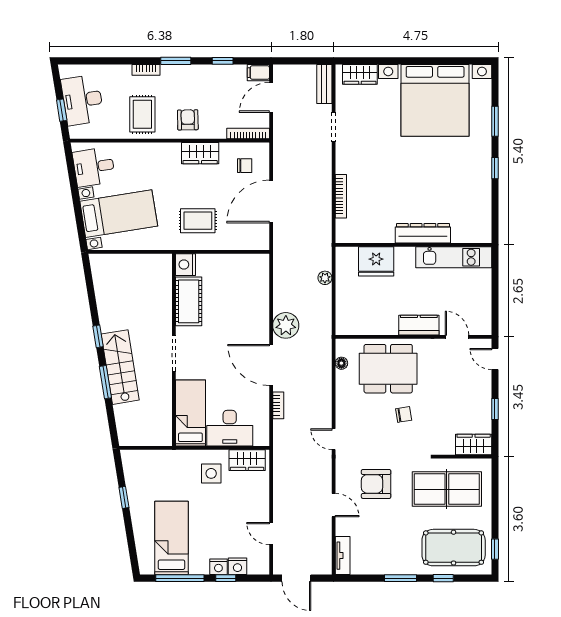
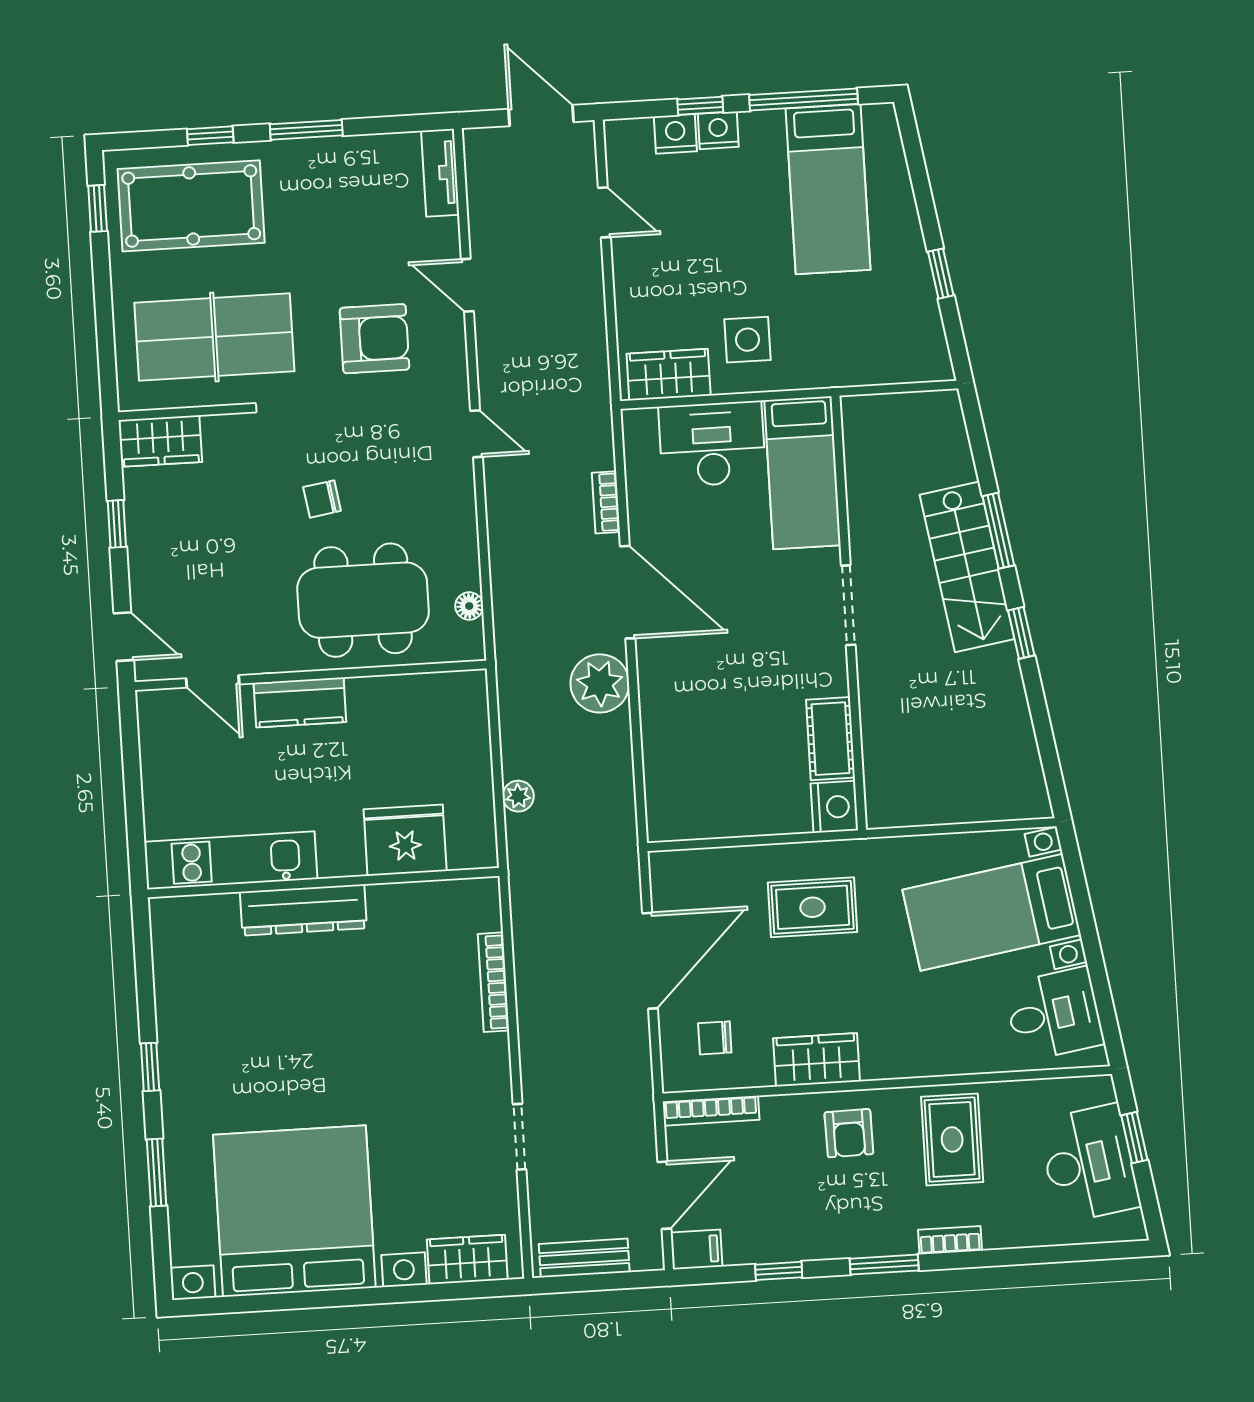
bench: (324, 84) -> (584, 1258), moved, turned 90
cot: (189, 301) -> (830, 739), width x0.73, depth x0.75

